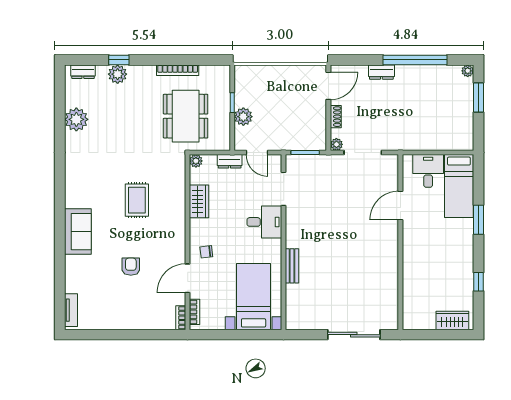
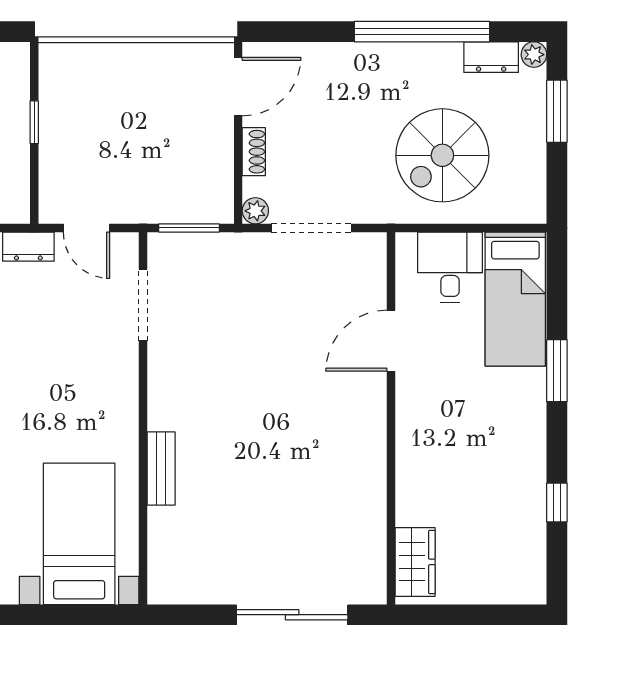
dresser: (381, 72) -> (491, 57), moved
plant: (243, 117) -> (57, 152), removed
spiral stairs: (425, 118) -> (442, 155), added
desk: (264, 222) -> (102, 376), removed
wardrobe: (452, 320) -> (415, 562), moved, turned 90

